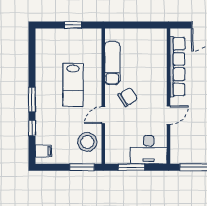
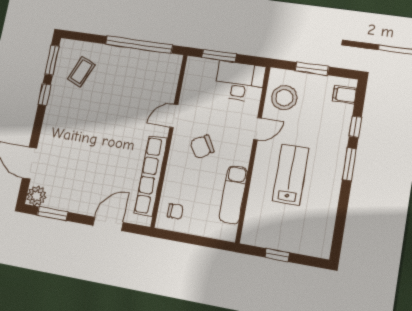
chair: (153, 43) -> (175, 211), added
chair: (128, 97) -> (202, 147), moved
desk: (149, 150) -> (240, 81), moved
window: (82, 167) -> (312, 69), moved
window: (131, 167) -> (219, 56), moved

